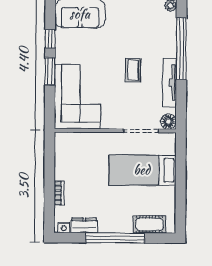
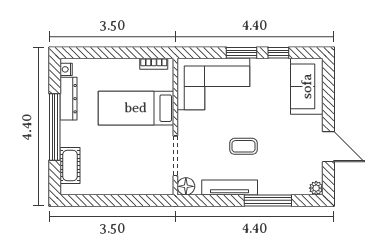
window: (181, 49) -> (268, 200), width x0.68
bed: (142, 170) -> (136, 108), moved, turned -90
bookcase: (59, 193) -> (154, 64), moved
dresser: (84, 225) -> (69, 99), width x1.44

